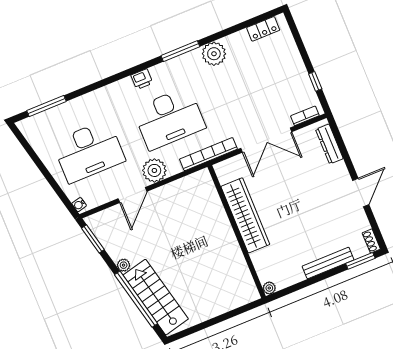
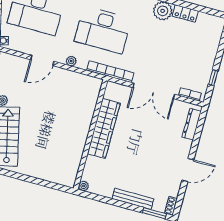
locker: (263, 29) -> (185, 13), moved
plant: (154, 170) -> (71, 61), width x0.53, depth x0.53

